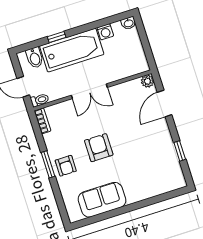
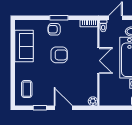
double door: (89, 91) -> (98, 61), swing flipped
door: (165, 104) -> (63, 108), moved
coffee table: (160, 177) -> (27, 89), added

